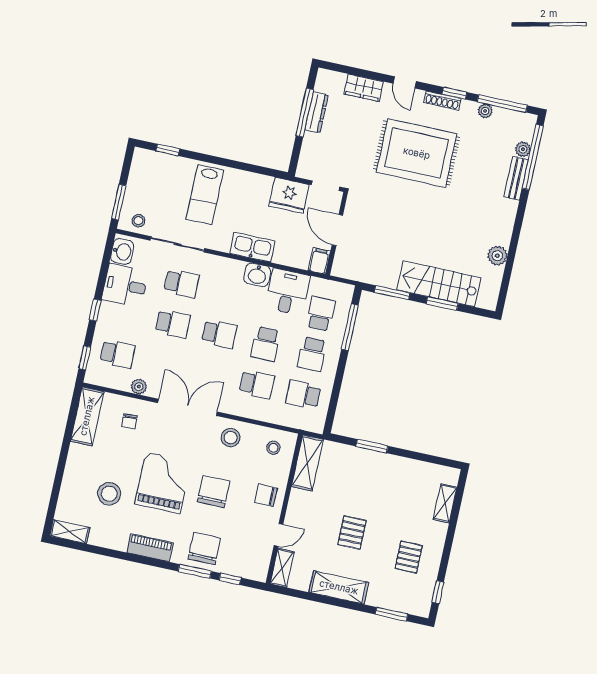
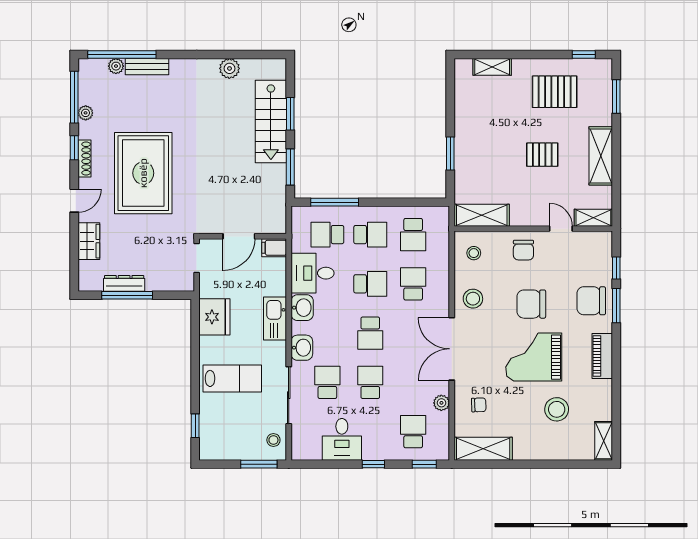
fridge: (289, 195) -> (214, 317), moved
washbasin: (122, 251) -> (302, 348), moved, turned 90
school desk: (219, 334) -> (370, 333), turned 180
pallet: (409, 557) -> (555, 92), width x1.50, depth x1.42

